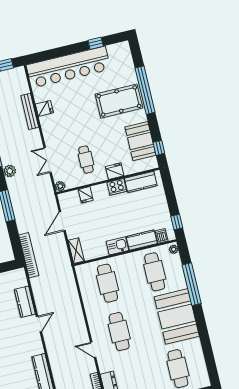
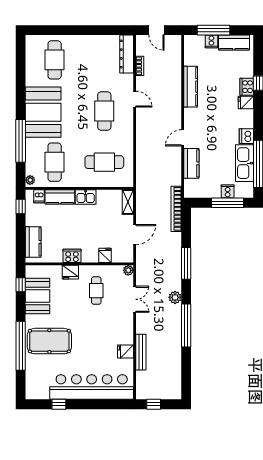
kitchen counter: (141, 182) -> (33, 242), moved, turned 90
cafe table: (108, 283) -> (104, 162), turned 90

